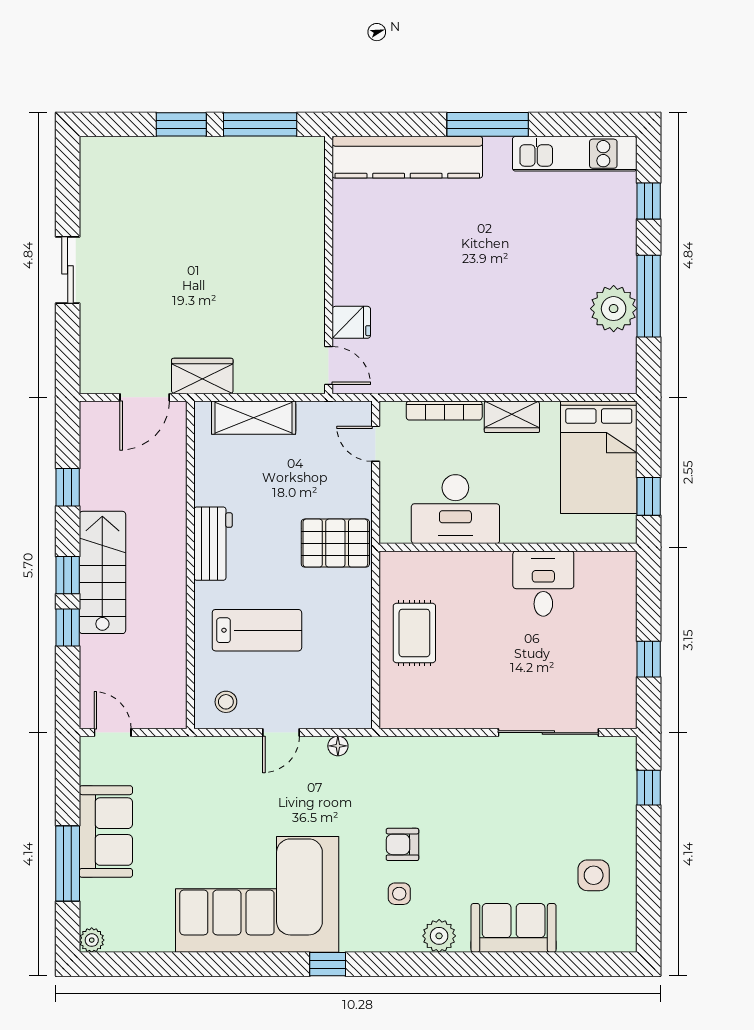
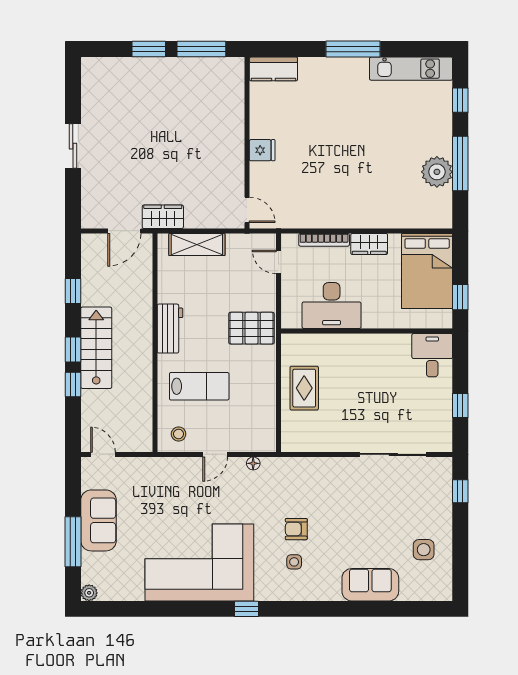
kitchen counter: (407, 157) -> (273, 69), width x0.48, depth x0.86
fridge: (351, 322) -> (262, 150), moved
desk: (543, 584) -> (432, 355), moved
plant: (439, 936) -> (321, 590), removed

